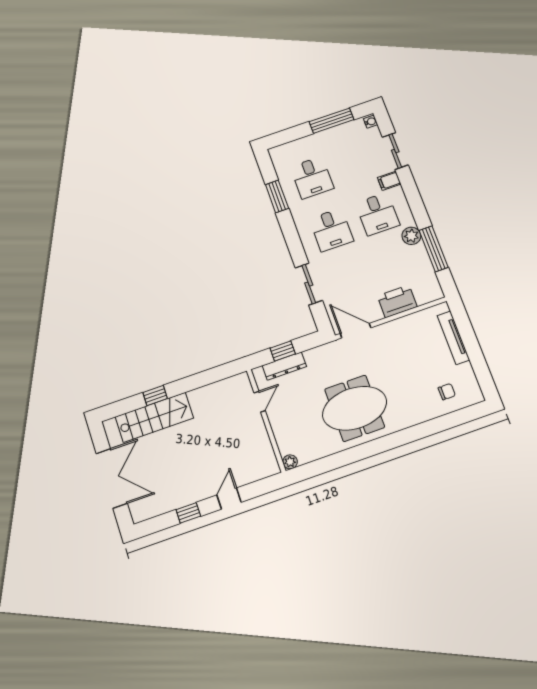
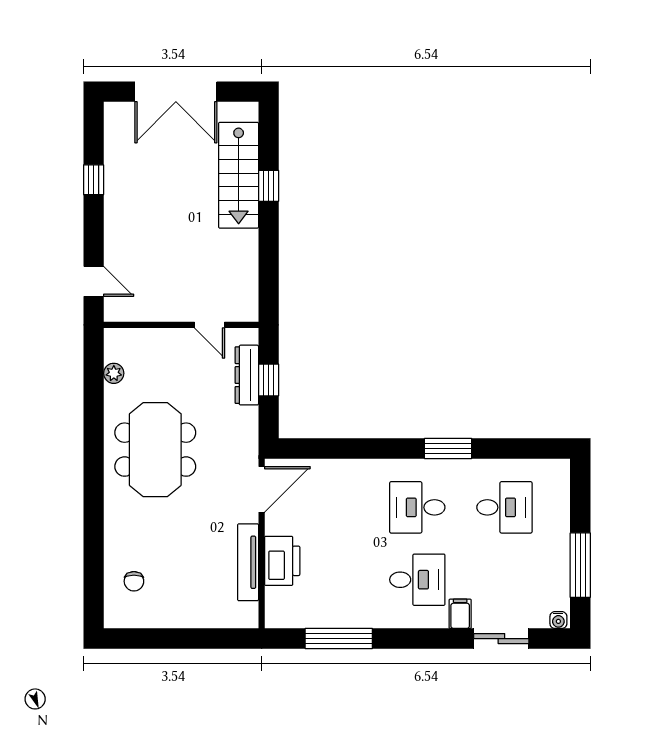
desk: (312, 178) -> (504, 507), turned 180
window: (277, 196) -> (448, 449), moved
desk: (377, 214) -> (417, 580), turned 180
plant: (411, 236) -> (369, 615), removed
sliding door: (309, 284) -> (350, 449), removed
tv unit: (453, 338) -> (248, 562), moved, turned -90
plant: (290, 462) -> (114, 373), moved
door: (229, 499) -> (94, 281), moved

